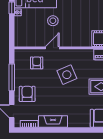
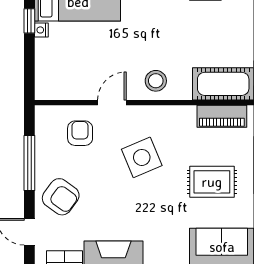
stool: (53, 21) -> (156, 81), moved
armchair: (27, 94) -> (61, 197), turned 126

